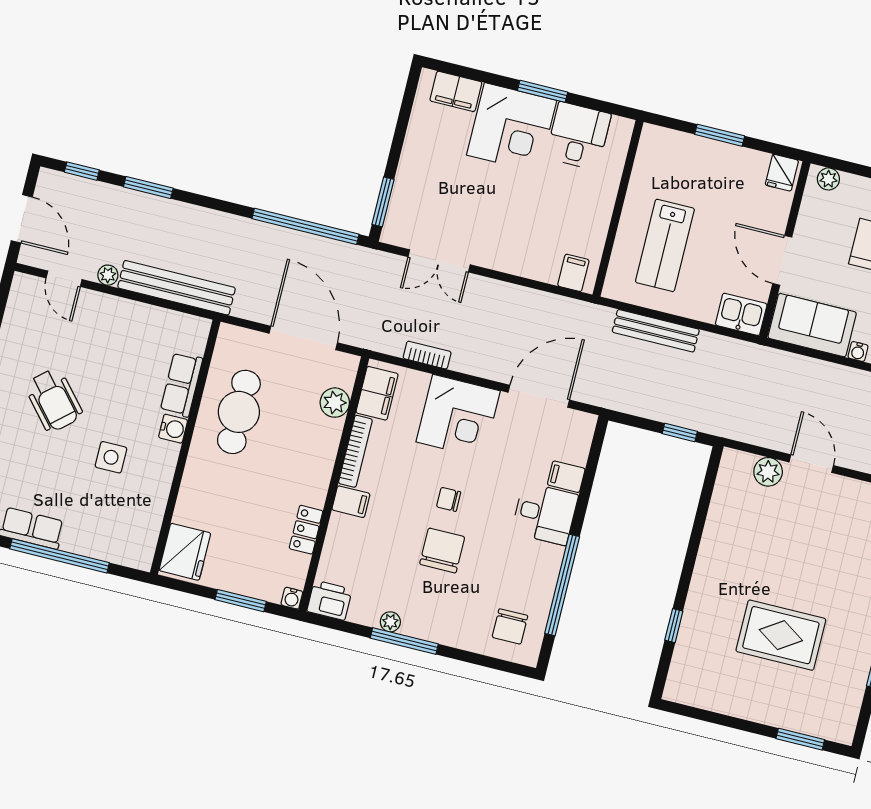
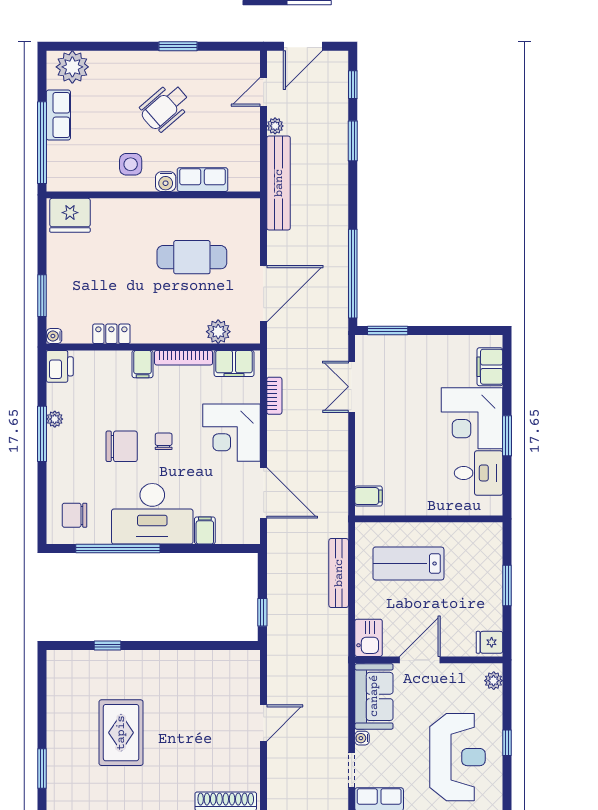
row of seats: (181, 384) -> (203, 180), moved
water cooler: (173, 429) -> (166, 182), moved
wall: (185, 447) -> (153, 195), moved
plant: (768, 472) -> (248, 690), removed
desk: (545, 514) -> (152, 514), width x1.87, depth x1.30
fridge: (185, 552) -> (70, 215), moved

